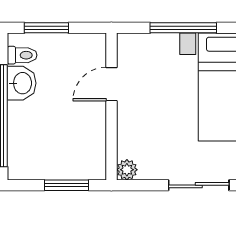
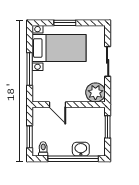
washbasin: (22, 83) -> (81, 149), moved
plant: (127, 170) -> (95, 92), width x1.88, depth x1.88

